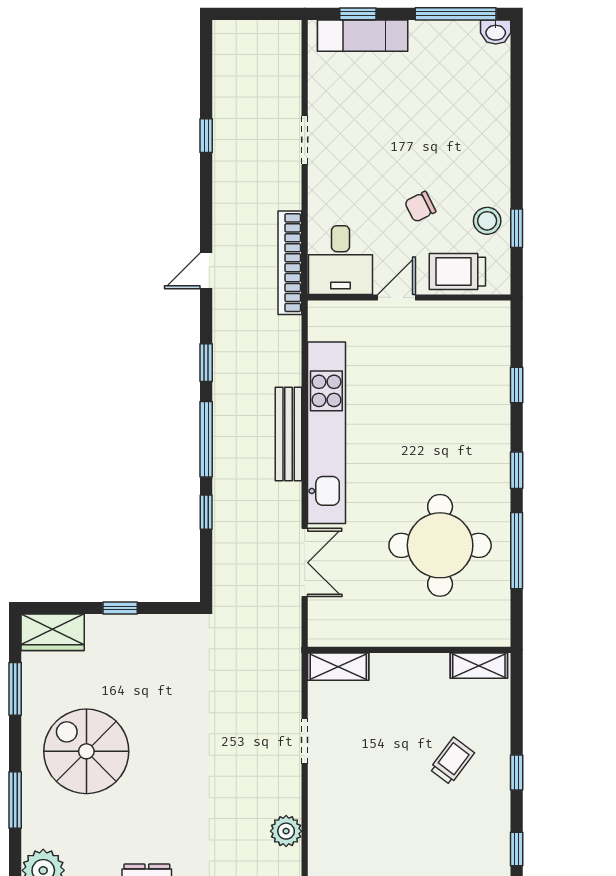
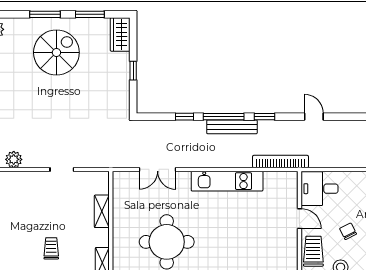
bookcase: (290, 263) -> (281, 162), moved
kitchen unit: (326, 433) -> (227, 181), width x0.73
bench: (289, 434) -> (232, 127), moved
shelving: (338, 667) -> (102, 211), moved
trolley: (452, 761) -> (51, 248), turned -127
window: (15, 800) -> (45, 14), moved

